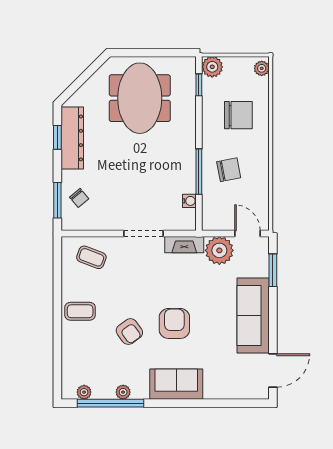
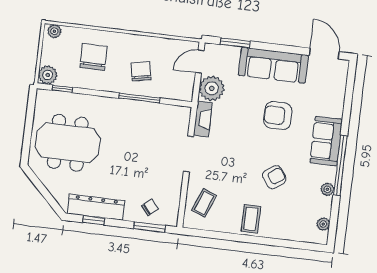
water cooler: (189, 201) -> (164, 110), removed
armchair: (174, 323) -> (278, 116), moved
window: (111, 403) -> (340, 165), moved

